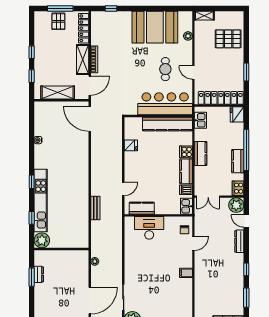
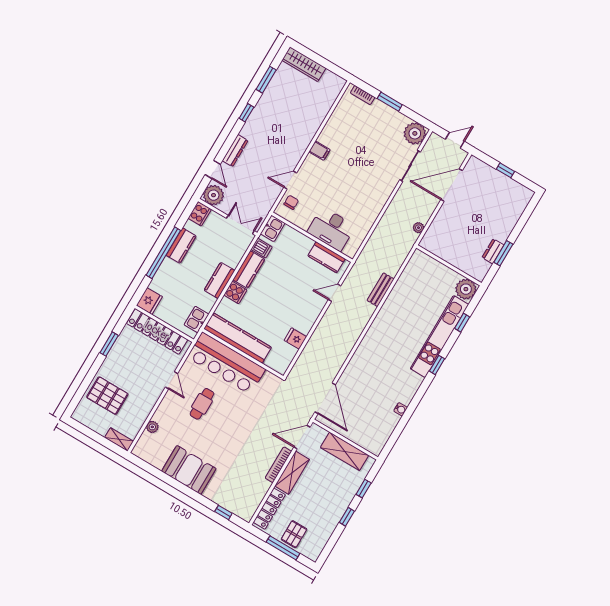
booth: (155, 27) -> (189, 470), width x0.73, depth x0.70

